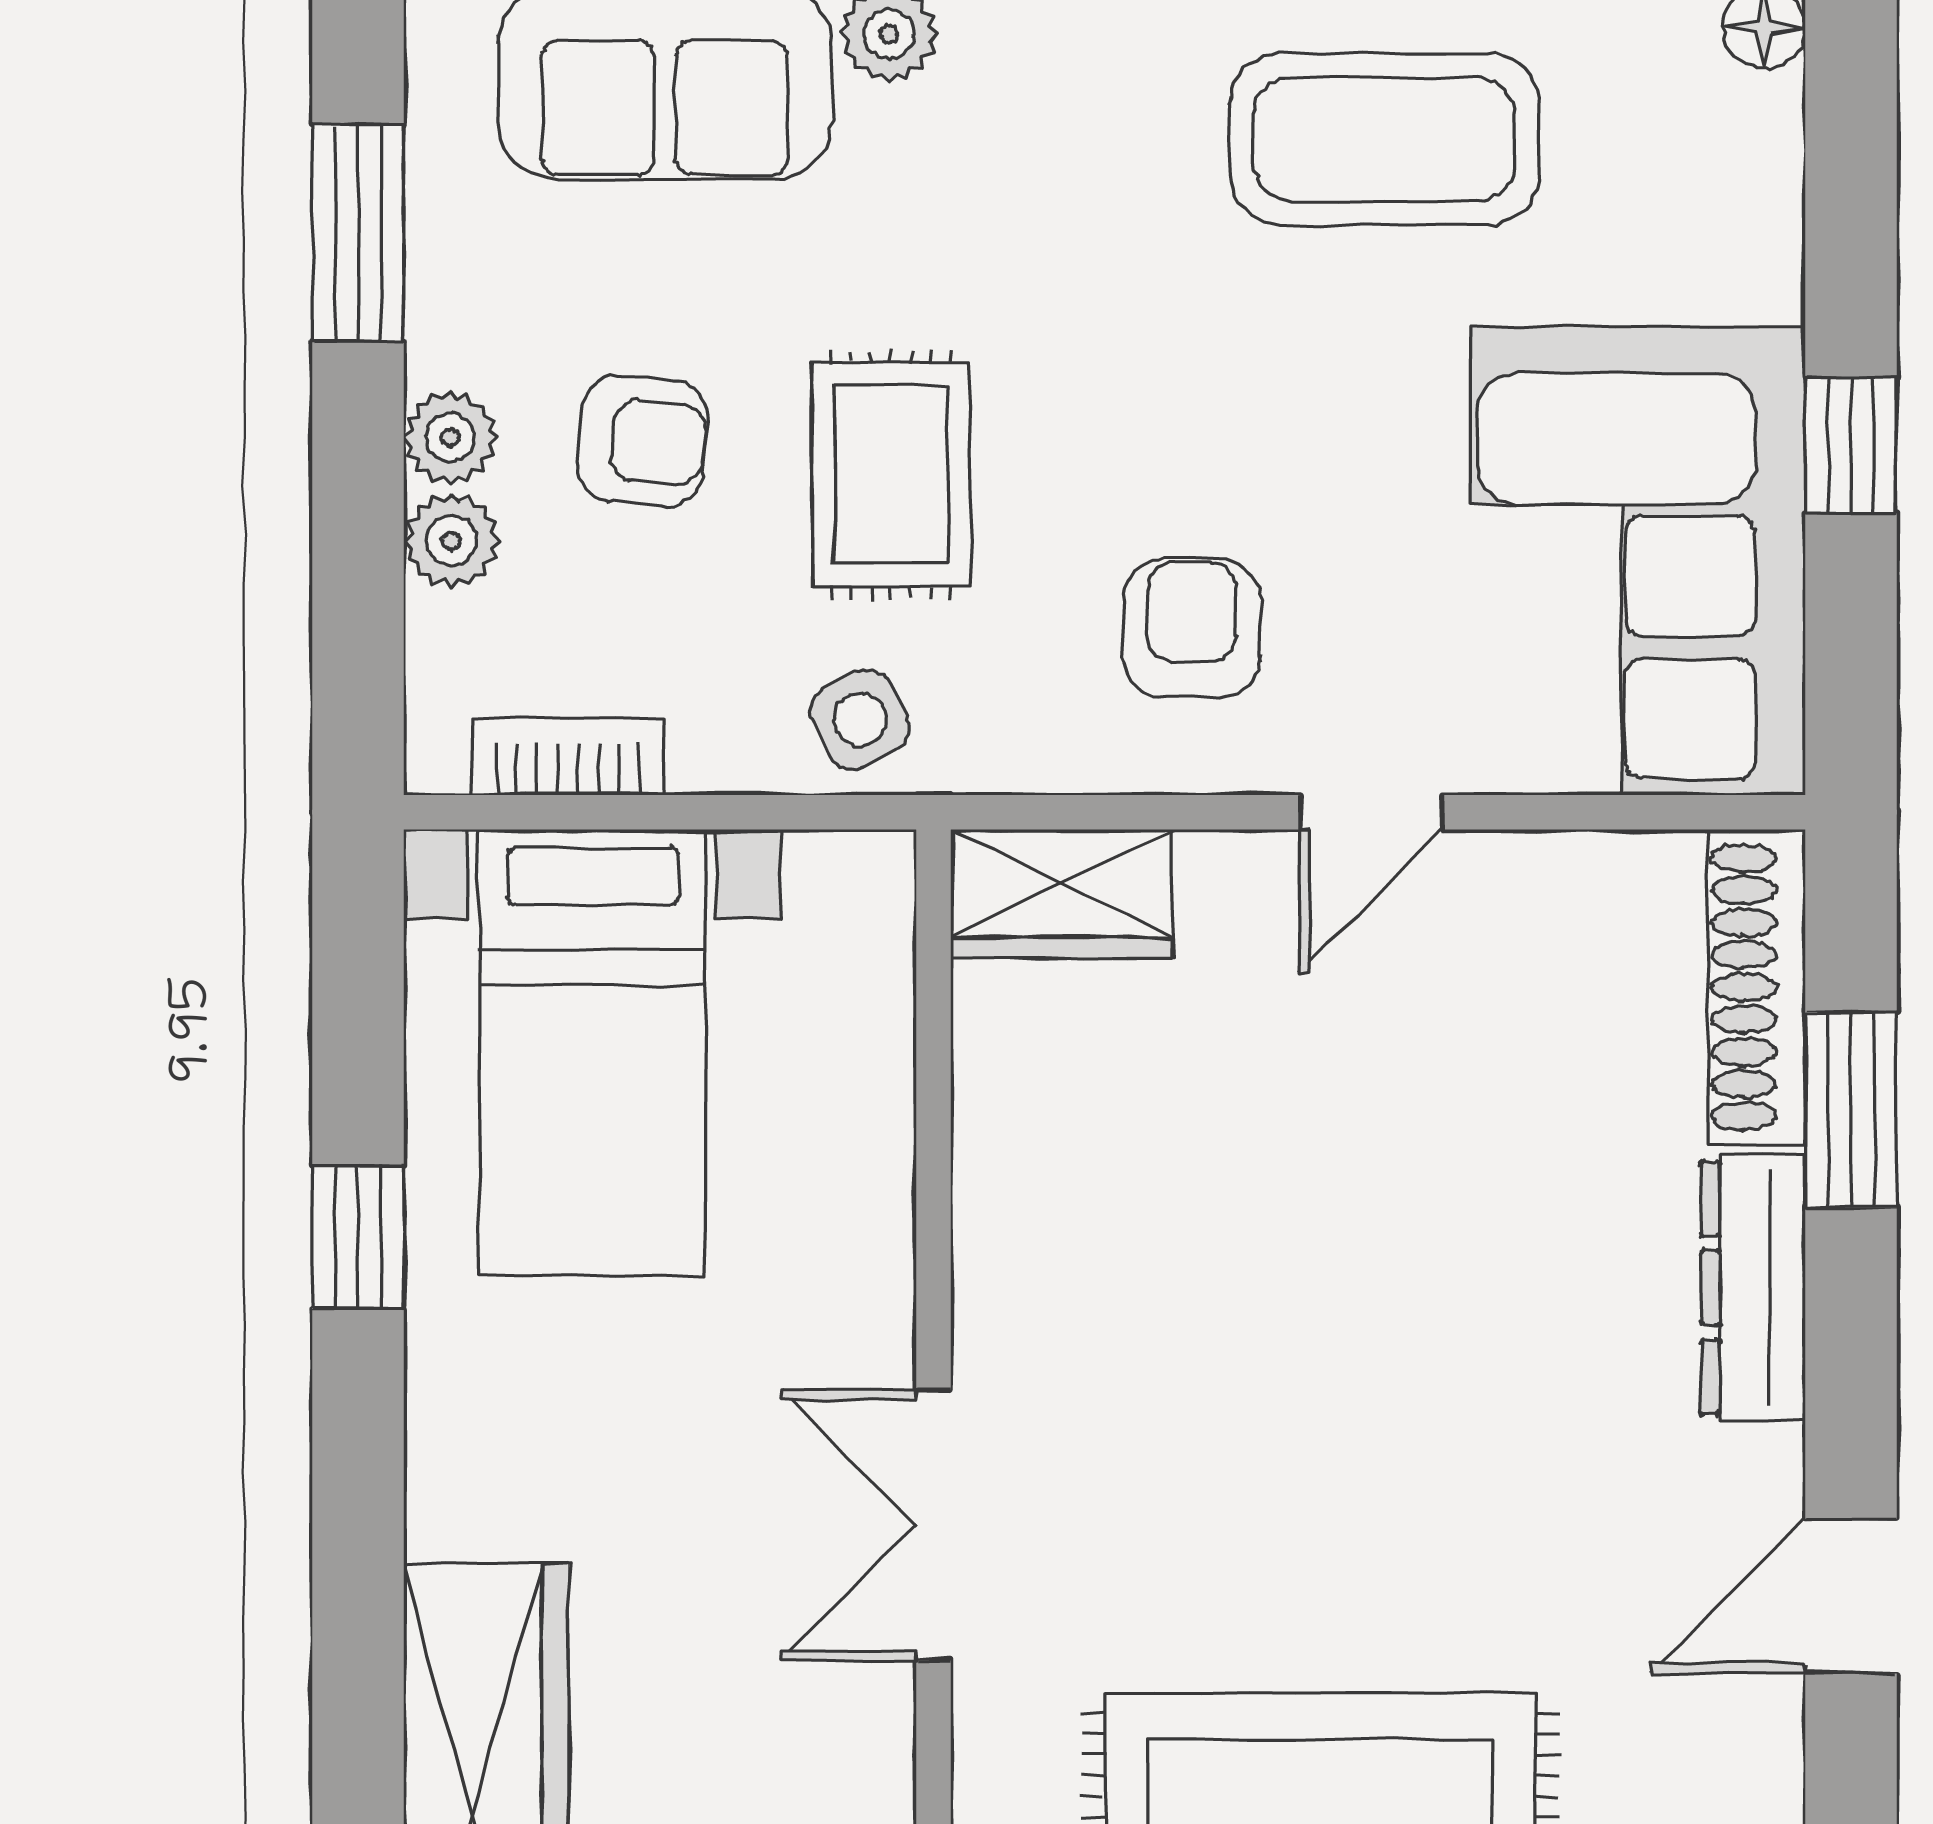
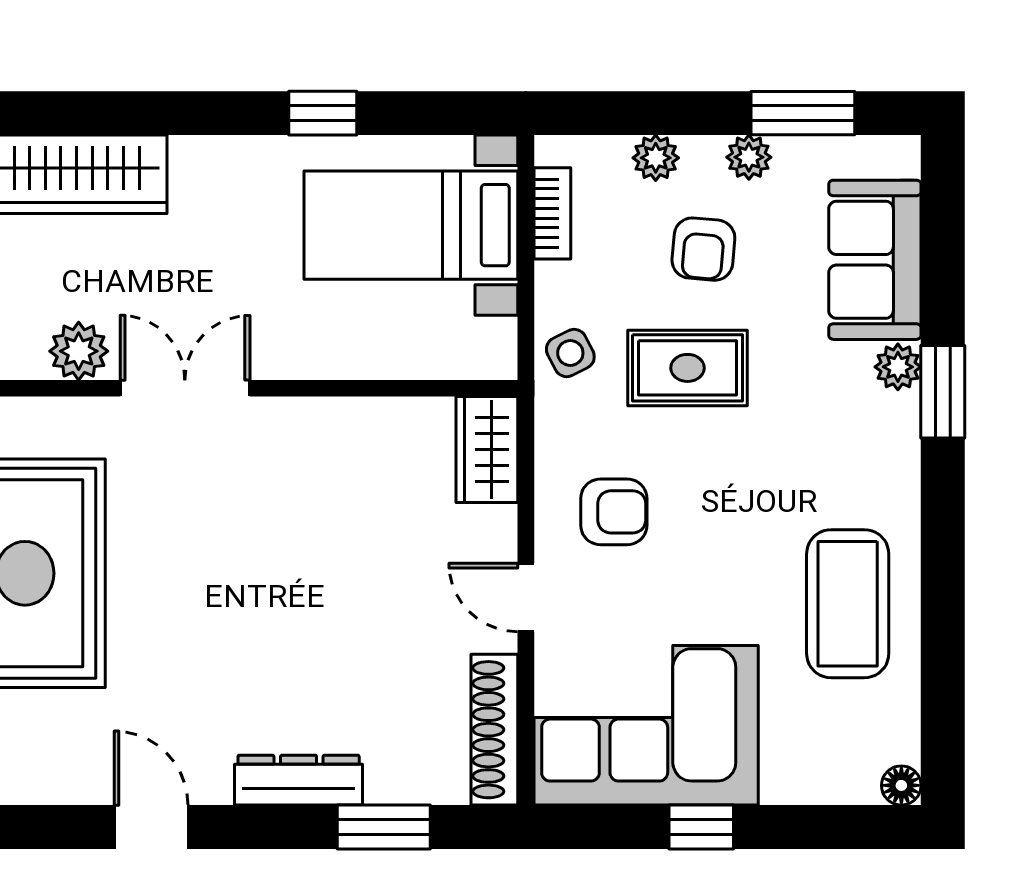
plant: (450, 437) -> (749, 157), moved
shoe rack: (1757, 987) -> (494, 730), moved, turned -90
plant: (856, 1747) -> (79, 351), added

